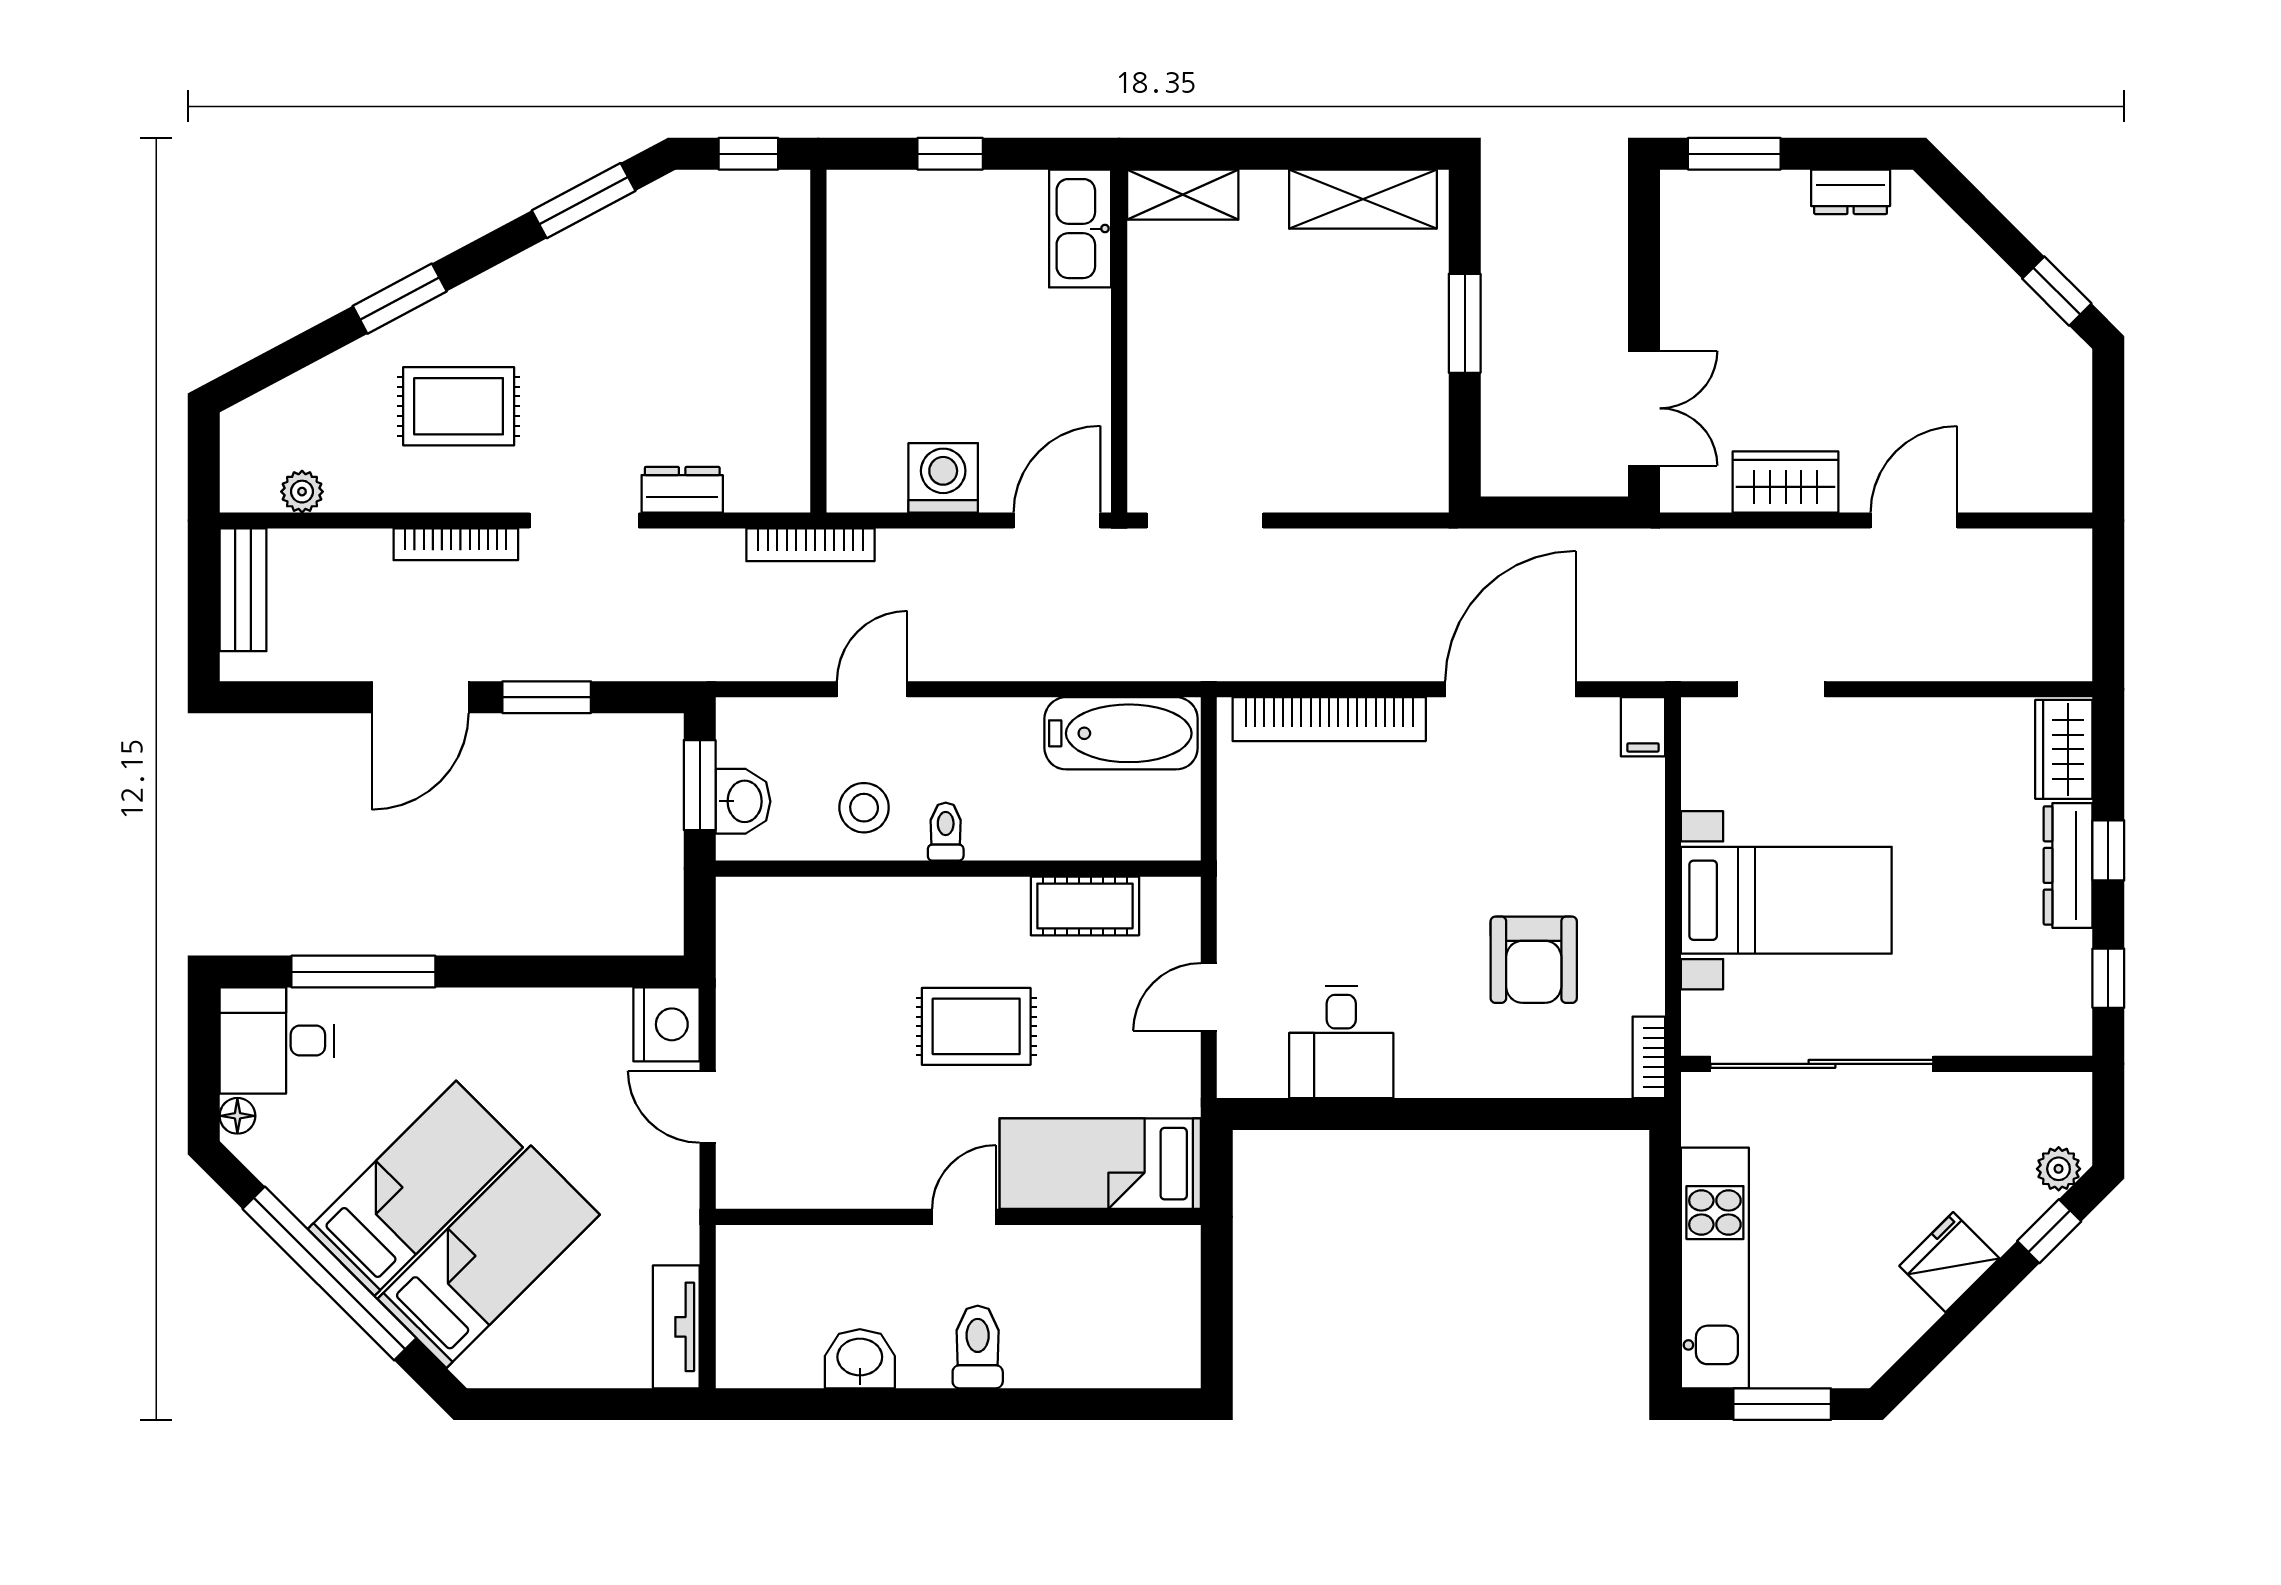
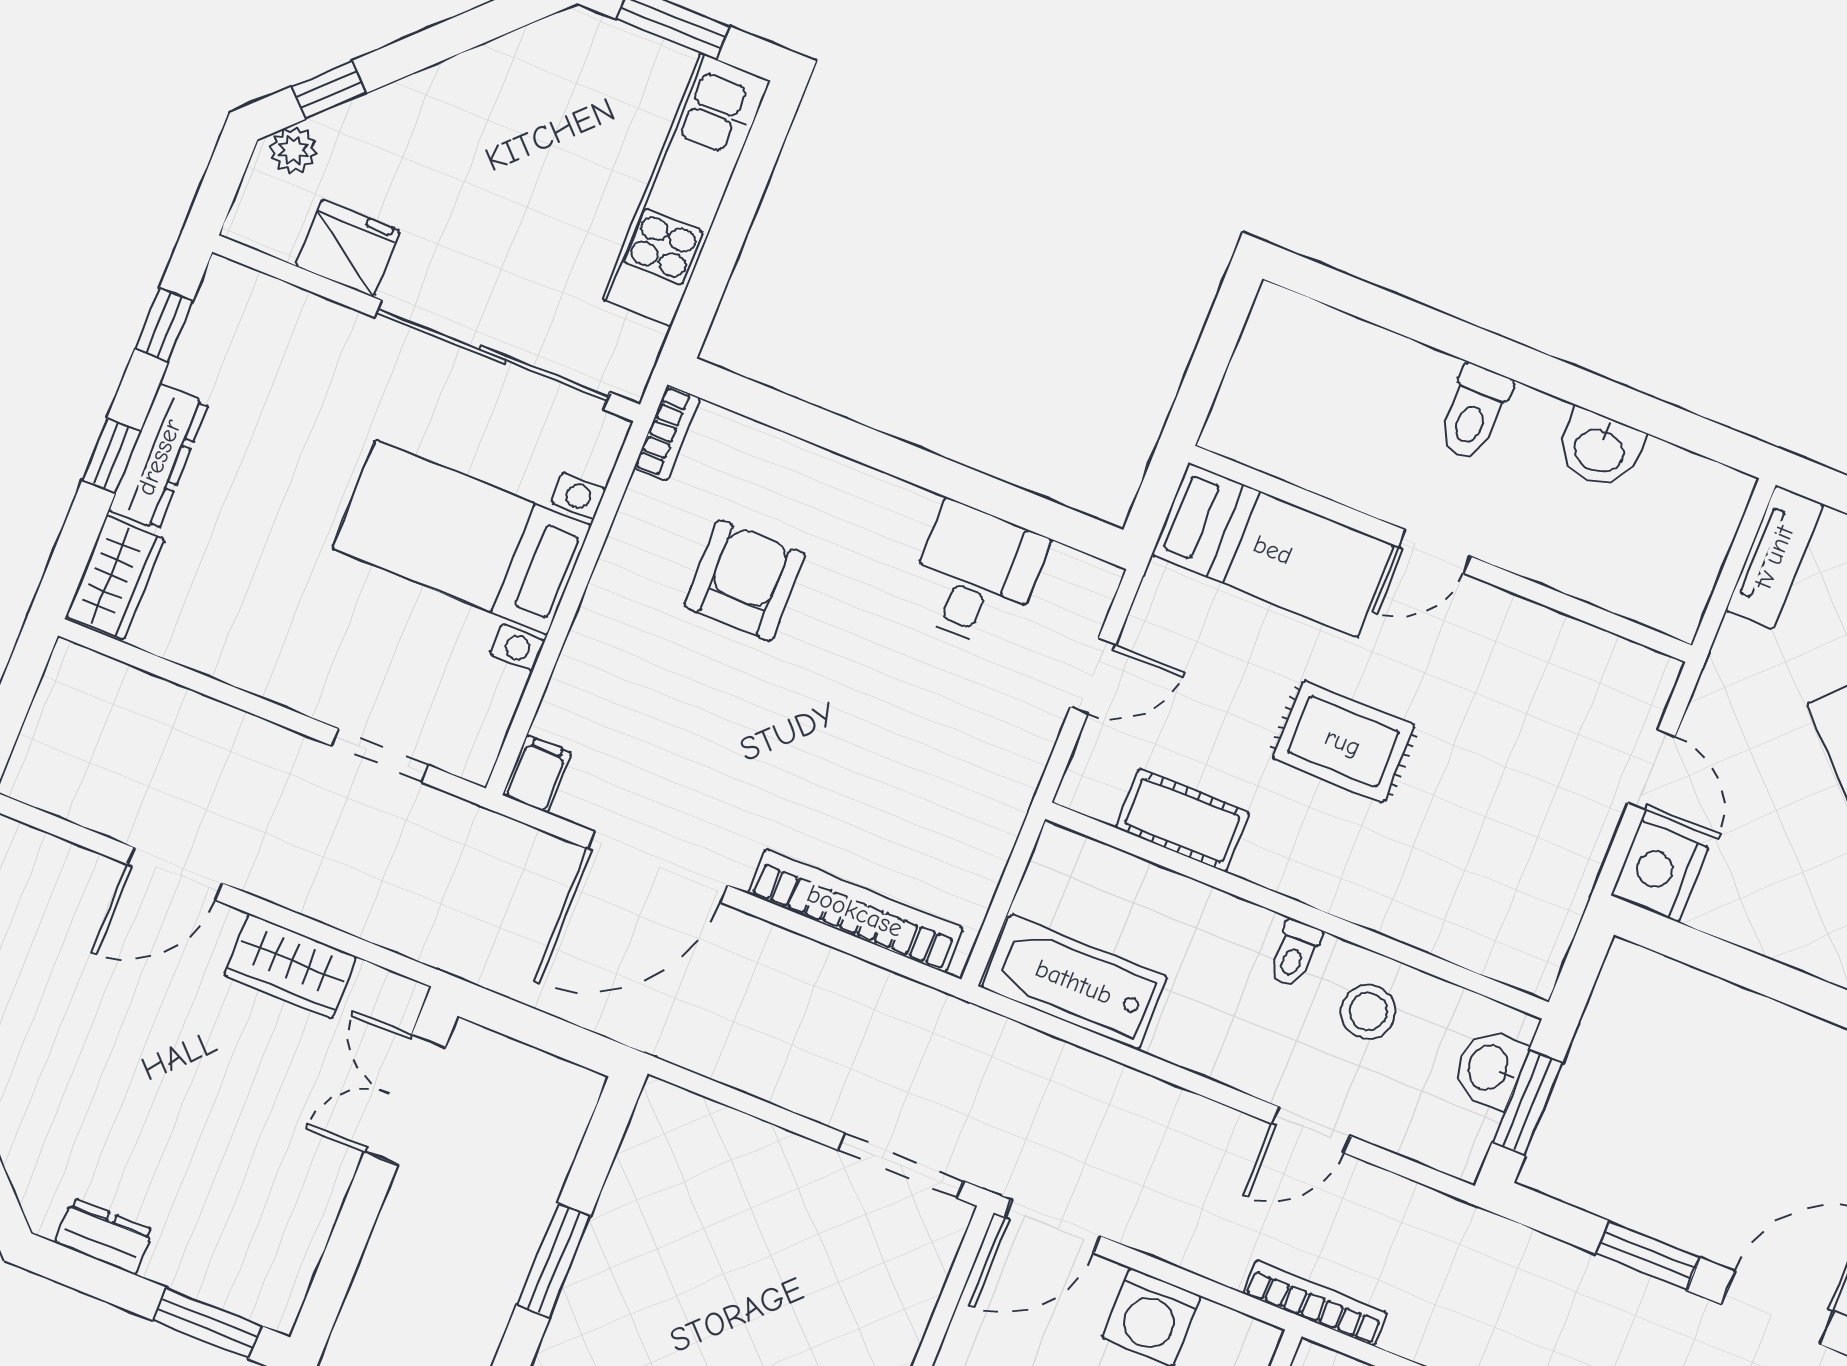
fridge: (1949, 1262) -> (348, 248), moved, turned -135

